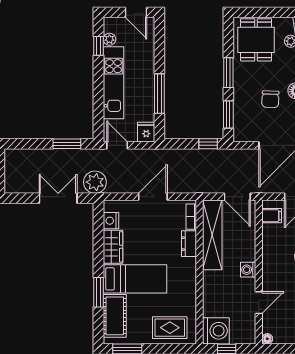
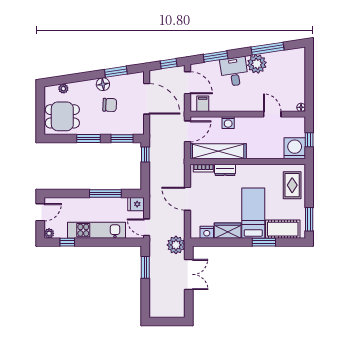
plant: (109, 39) -> (49, 233), moved
door: (117, 145) -> (147, 227), hinge flipped
double door: (58, 198) -> (189, 274), swing flipped
washing machine: (248, 270) -> (228, 123), moved

